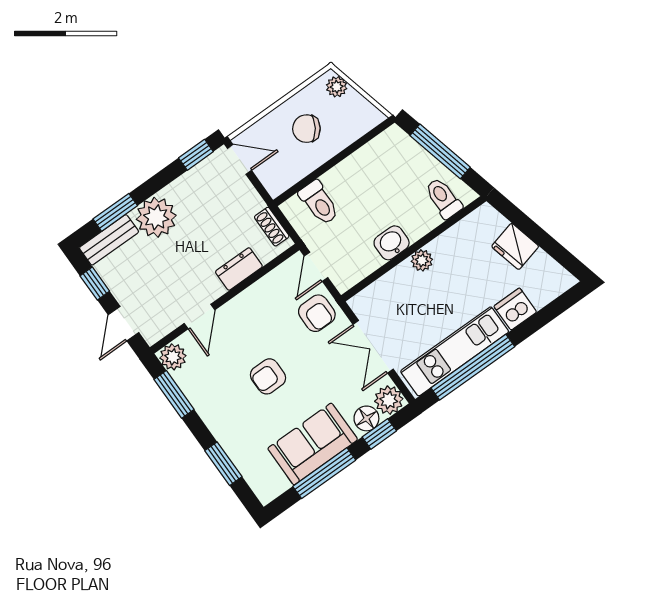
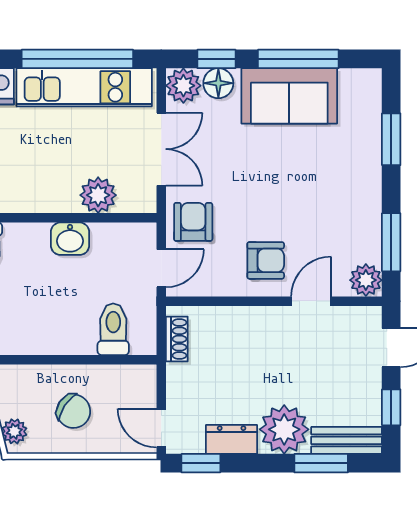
plant: (422, 260) -> (98, 195), moved, width x1.38, depth x1.38
dresser: (239, 269) -> (232, 439), moved, turned 180
armchair: (268, 376) -> (266, 260), moved

